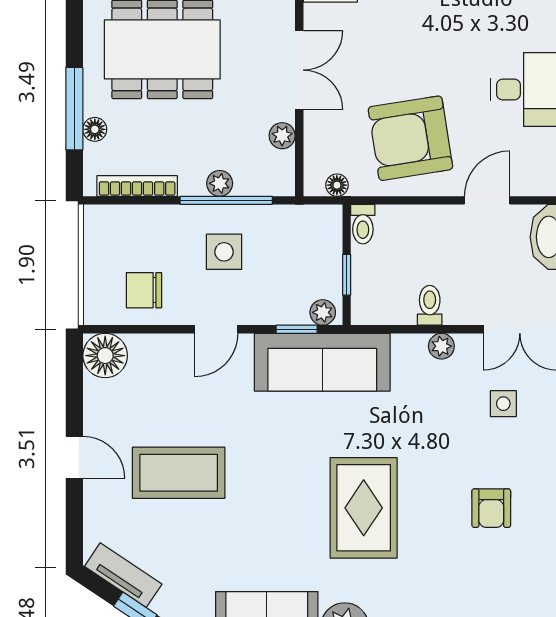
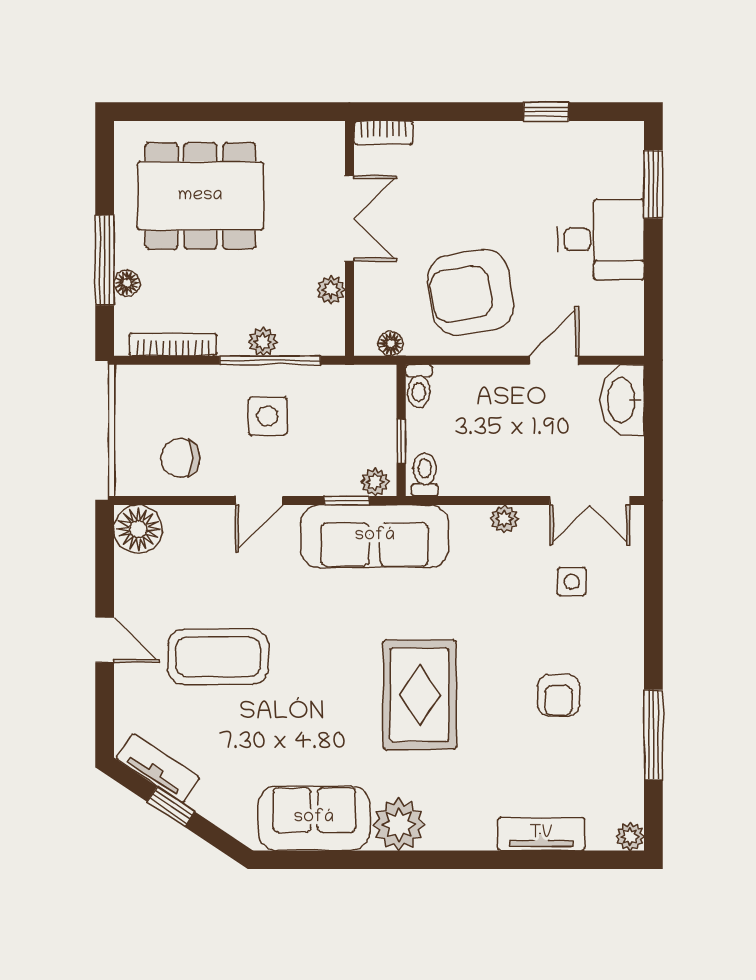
toilet: (430, 305) -> (425, 474), moved

